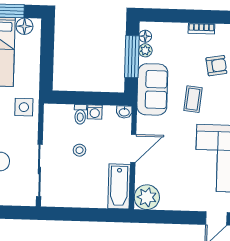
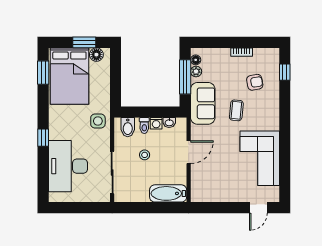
washbasin: (124, 112) -> (169, 122), moved
bidet: (60, 116) -> (128, 127), added
bathtub: (119, 186) -> (168, 193), moved, turned 90
plant: (147, 197) -> (201, 192), removed

